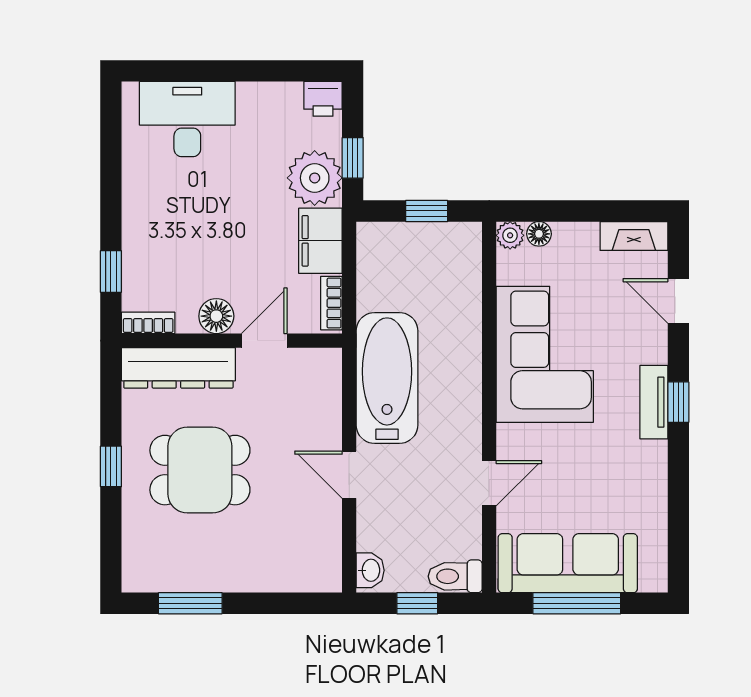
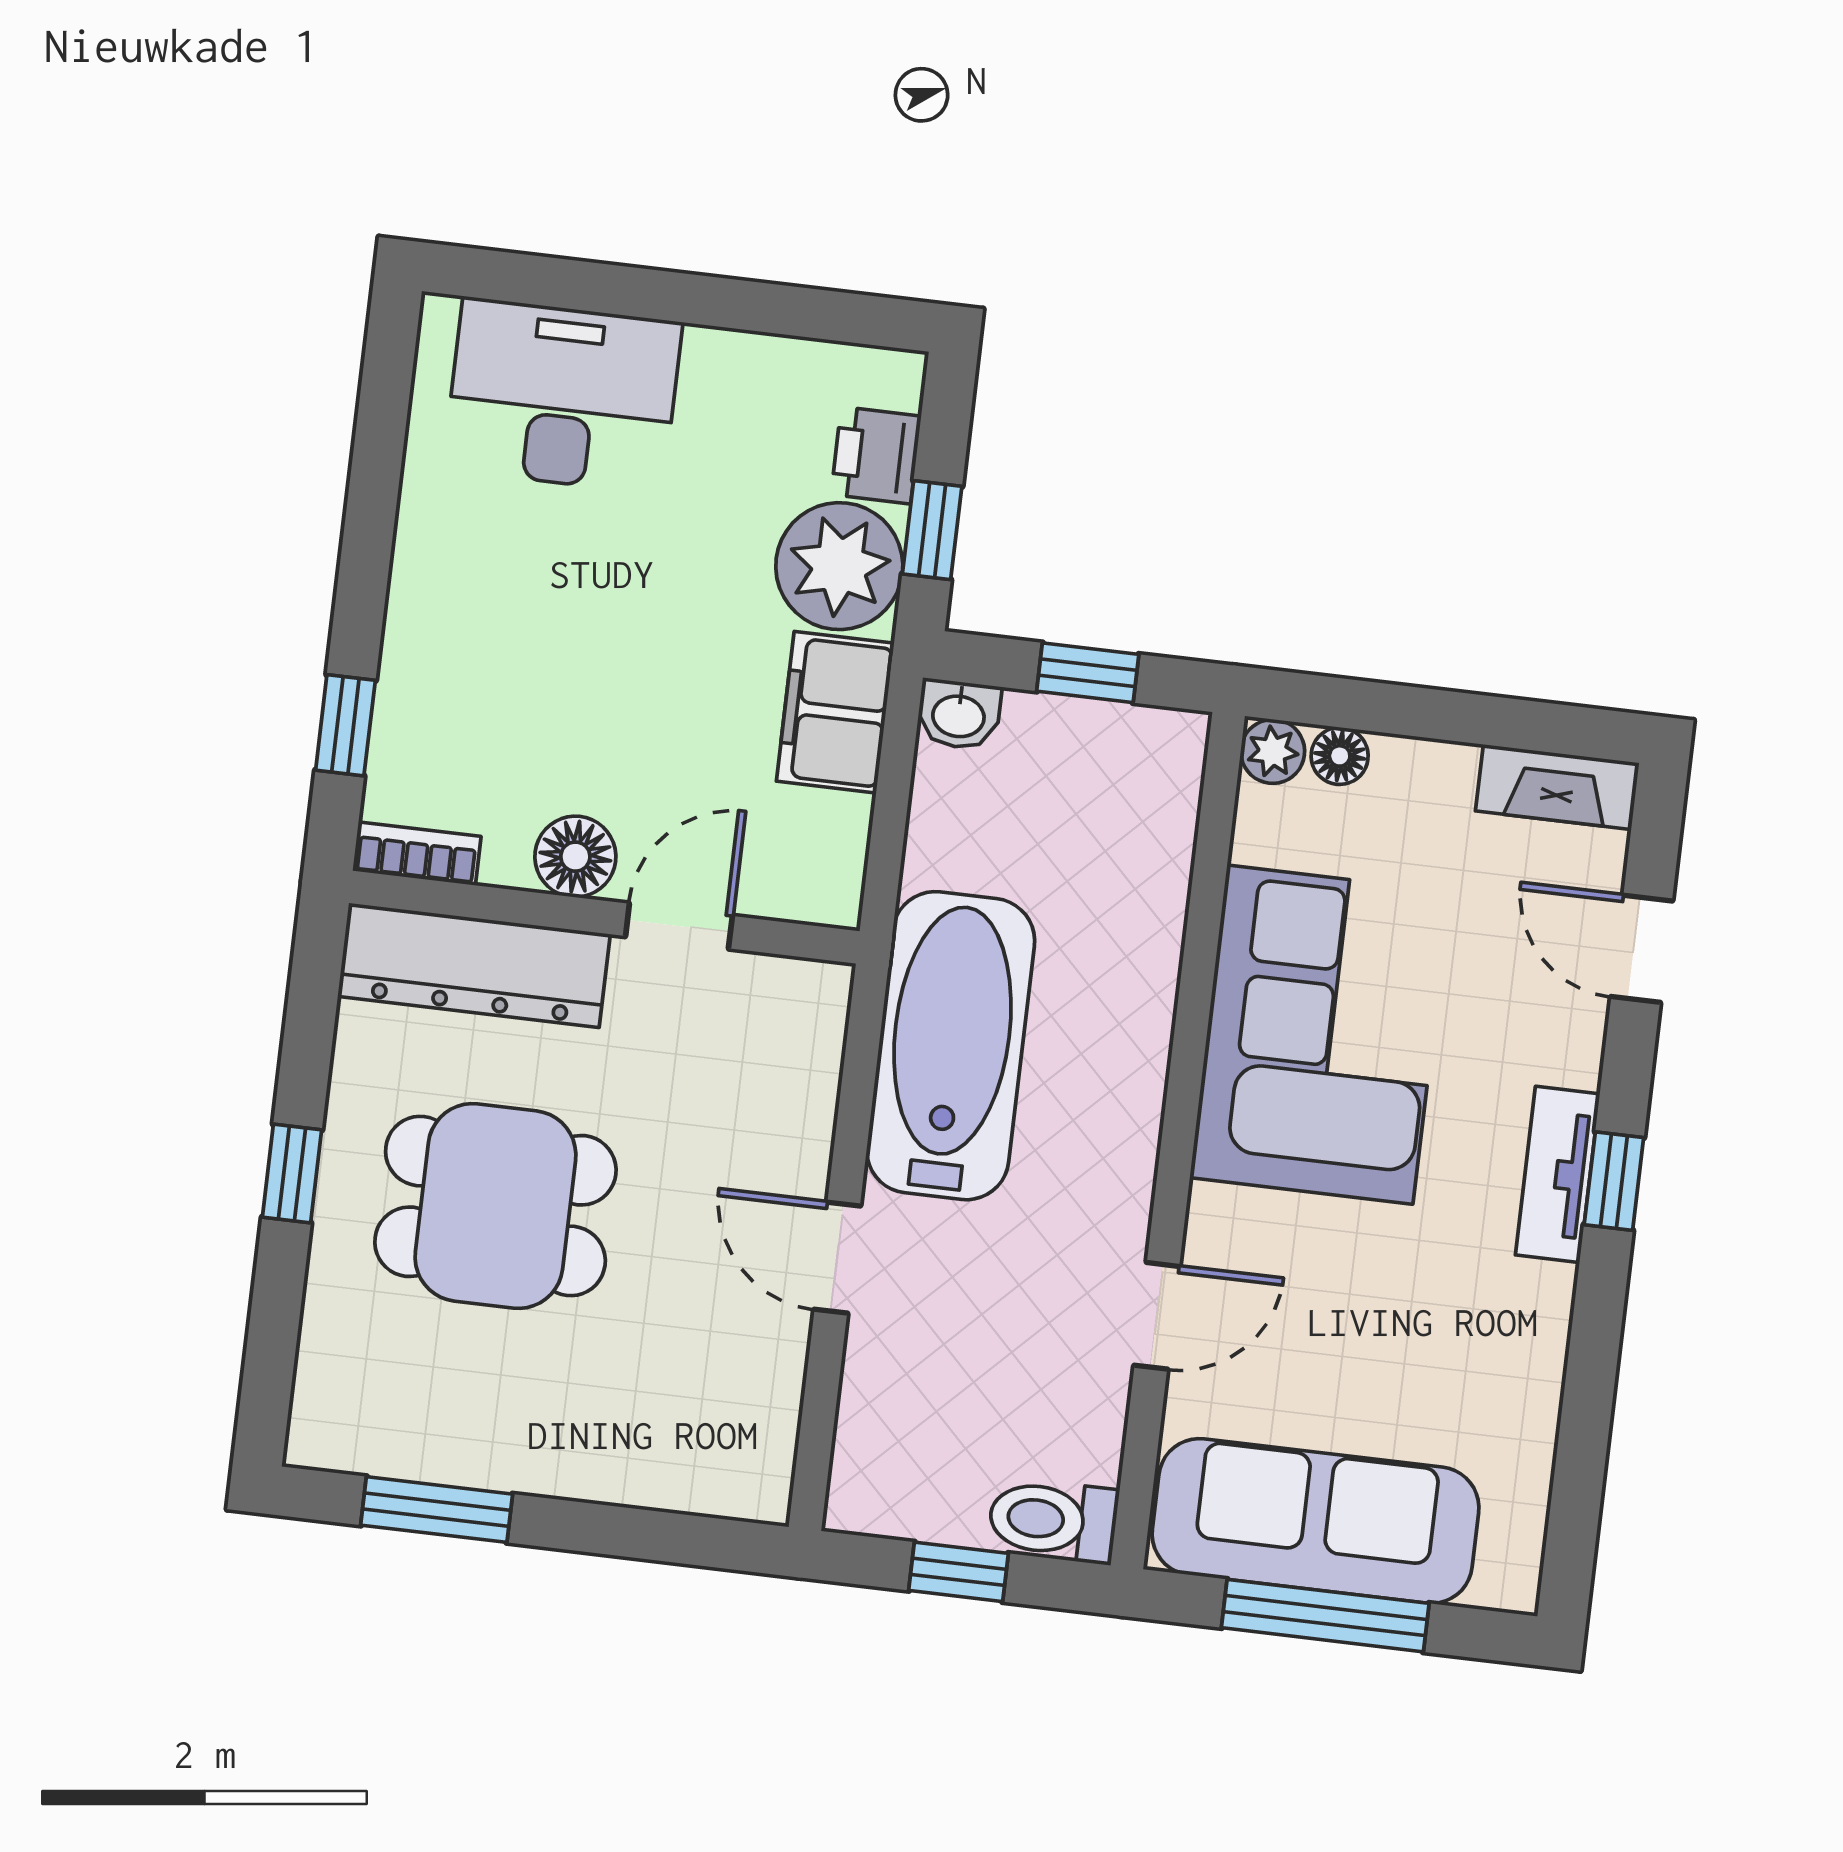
printer: (323, 99) -> (876, 455), moved, turned 90
bookcase: (331, 303) -> (844, 858), removed
washbasin: (370, 570) -> (959, 714), moved, turned 90

